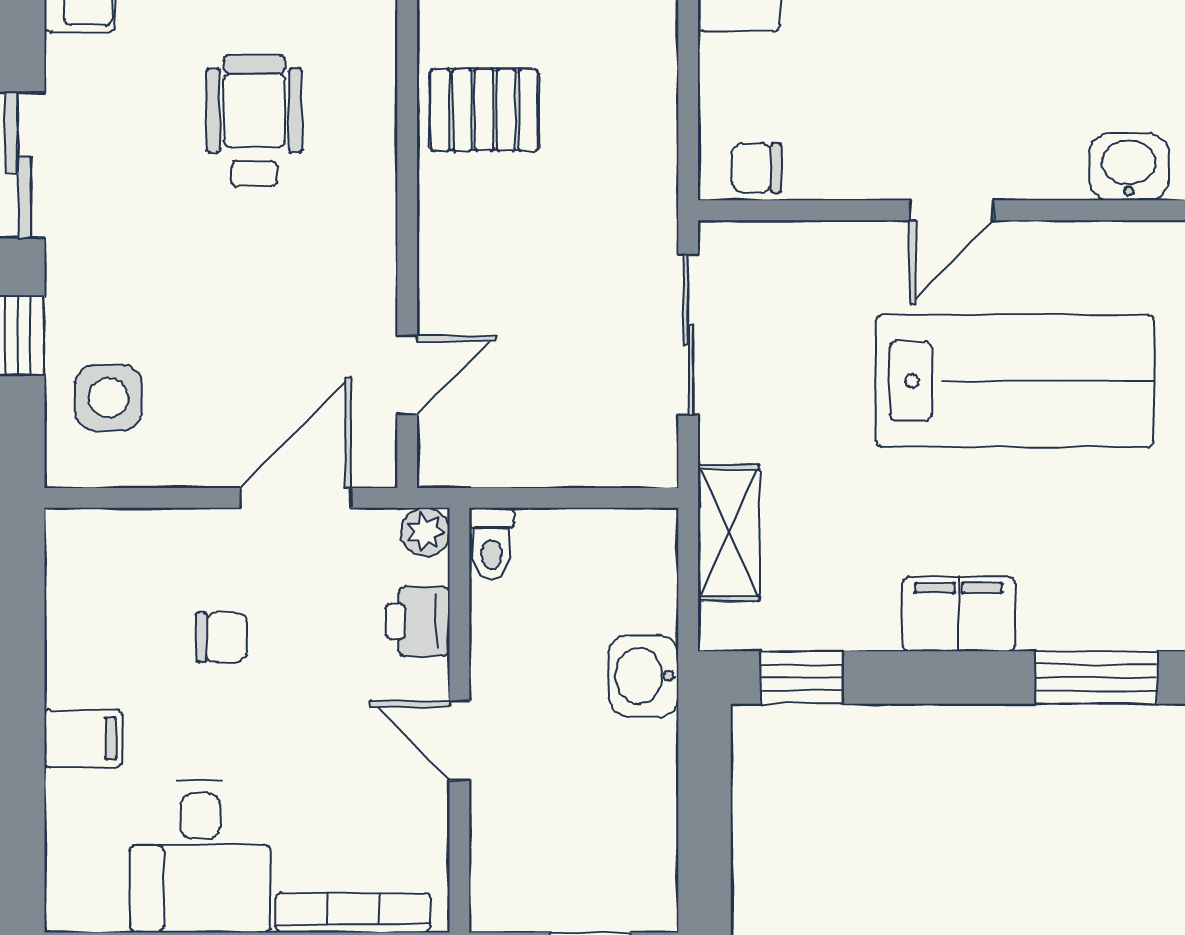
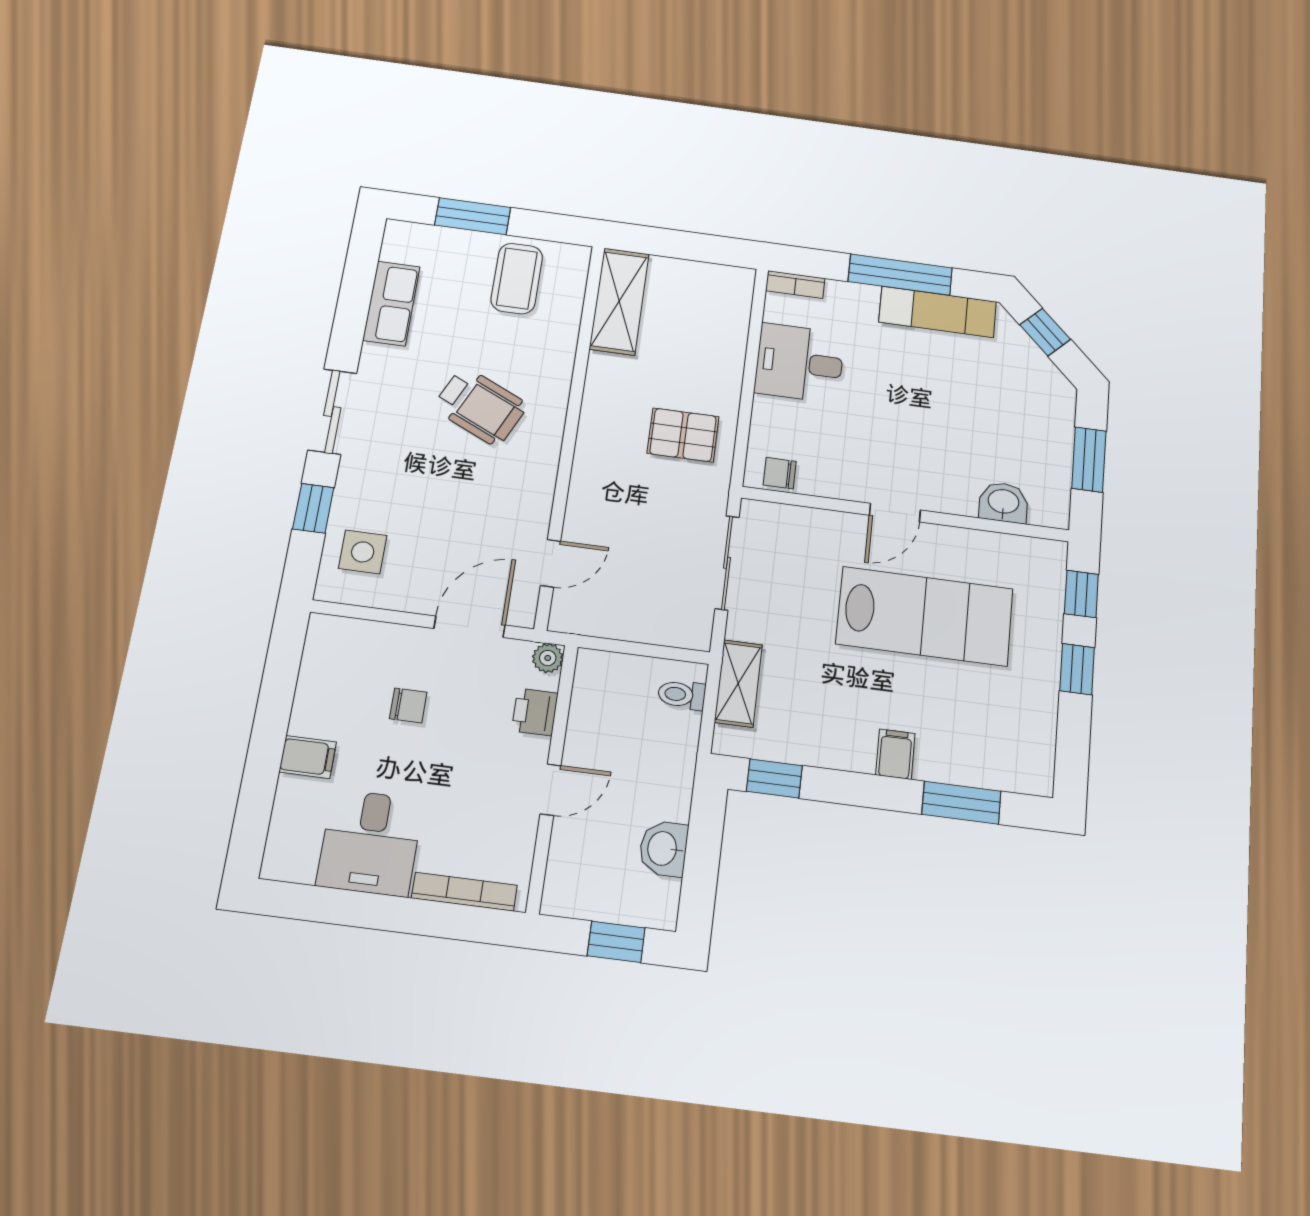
pallet: (484, 110) -> (683, 435), moved
wheelchair: (254, 121) -> (480, 406), turned 115
toilet: (492, 544) -> (682, 695), moved, turned 90
filing cabinet: (959, 614) -> (895, 754), width x0.50
washbasin: (644, 676) -> (663, 849), moved
door: (459, 741) -> (550, 790), swing flipped

